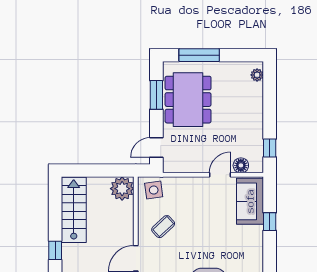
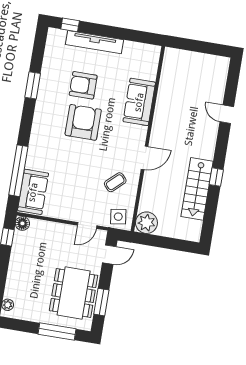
floor lamp: (241, 165) -> (22, 223), moved
door: (220, 175) -> (87, 225), moved
stairs: (74, 210) -> (197, 189), moved
window: (270, 222) -> (18, 171), width x3.17

